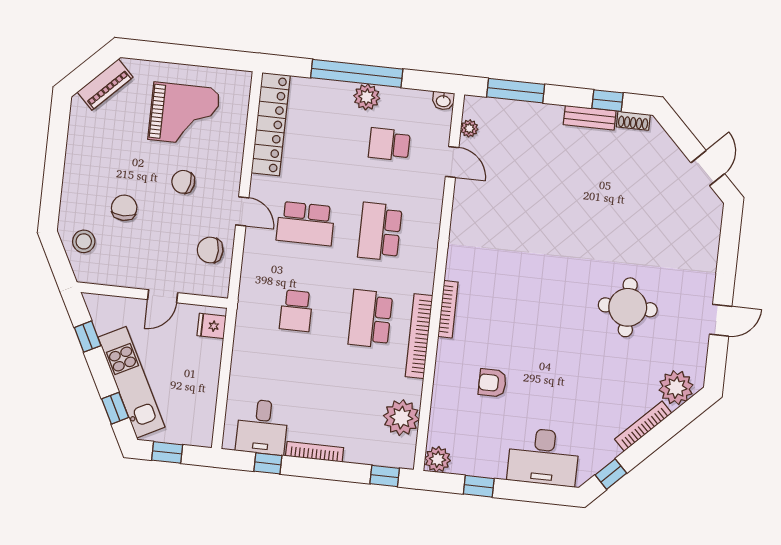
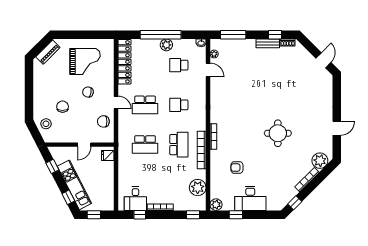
school desk: (380, 232) -> (179, 105), width x0.54
round table: (628, 307) -> (278, 133), moved
school desk: (296, 311) -> (145, 145), width x1.85
school desk: (370, 319) -> (179, 145), turned 180
desk: (543, 457) -> (250, 198), moved

